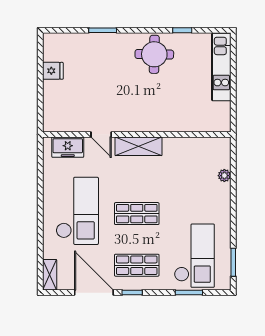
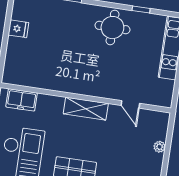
door: (101, 135) -> (130, 104), moved

